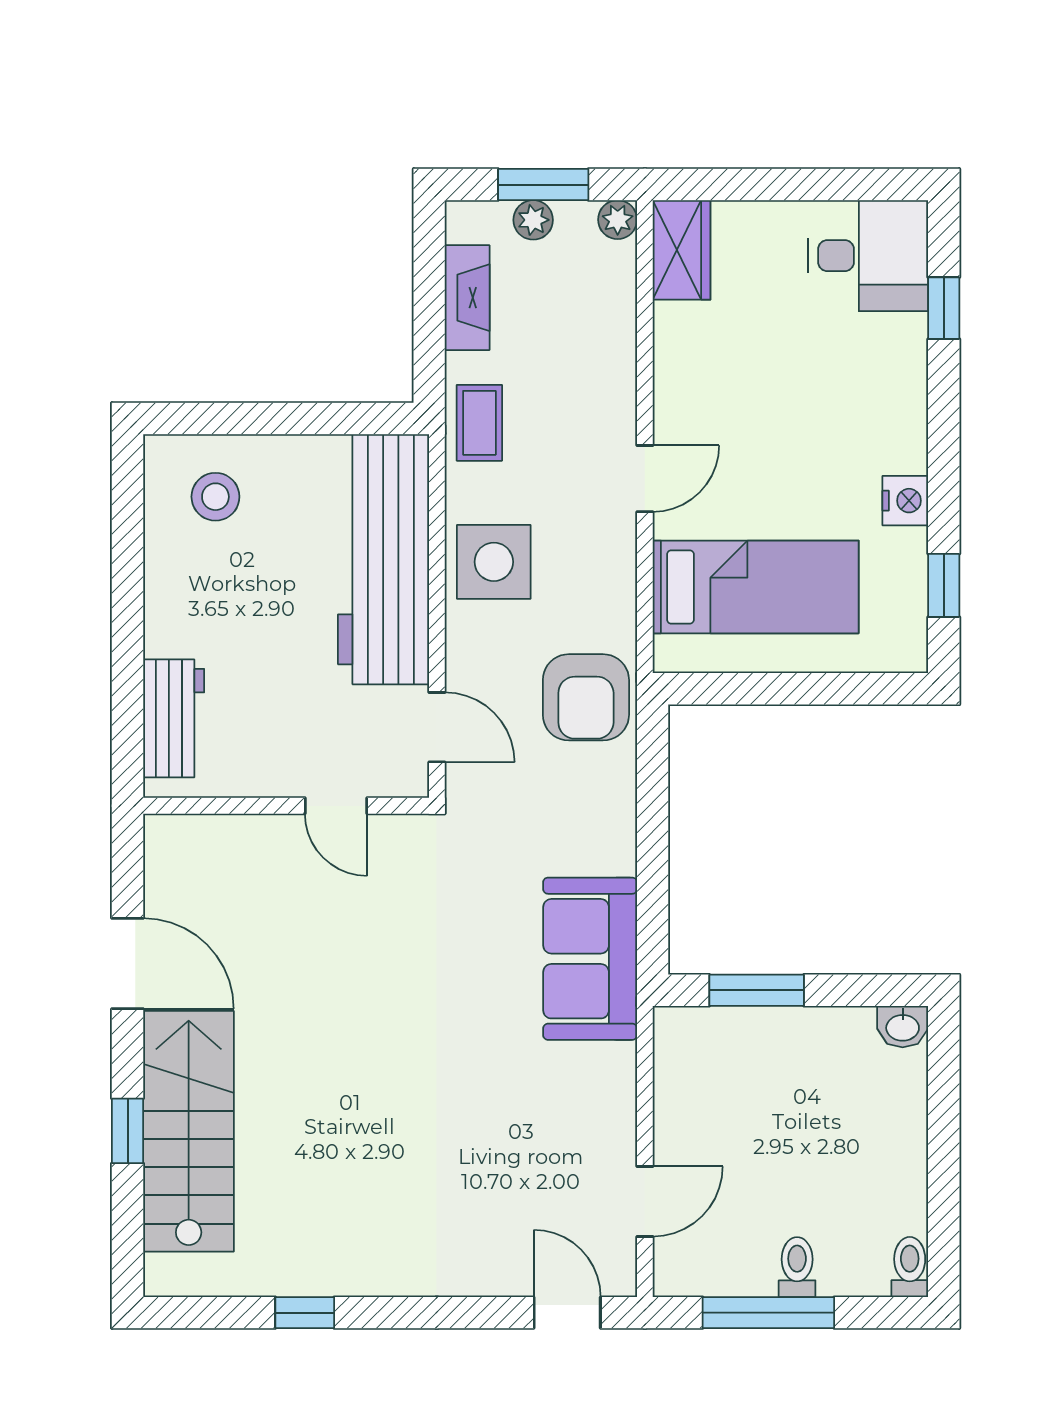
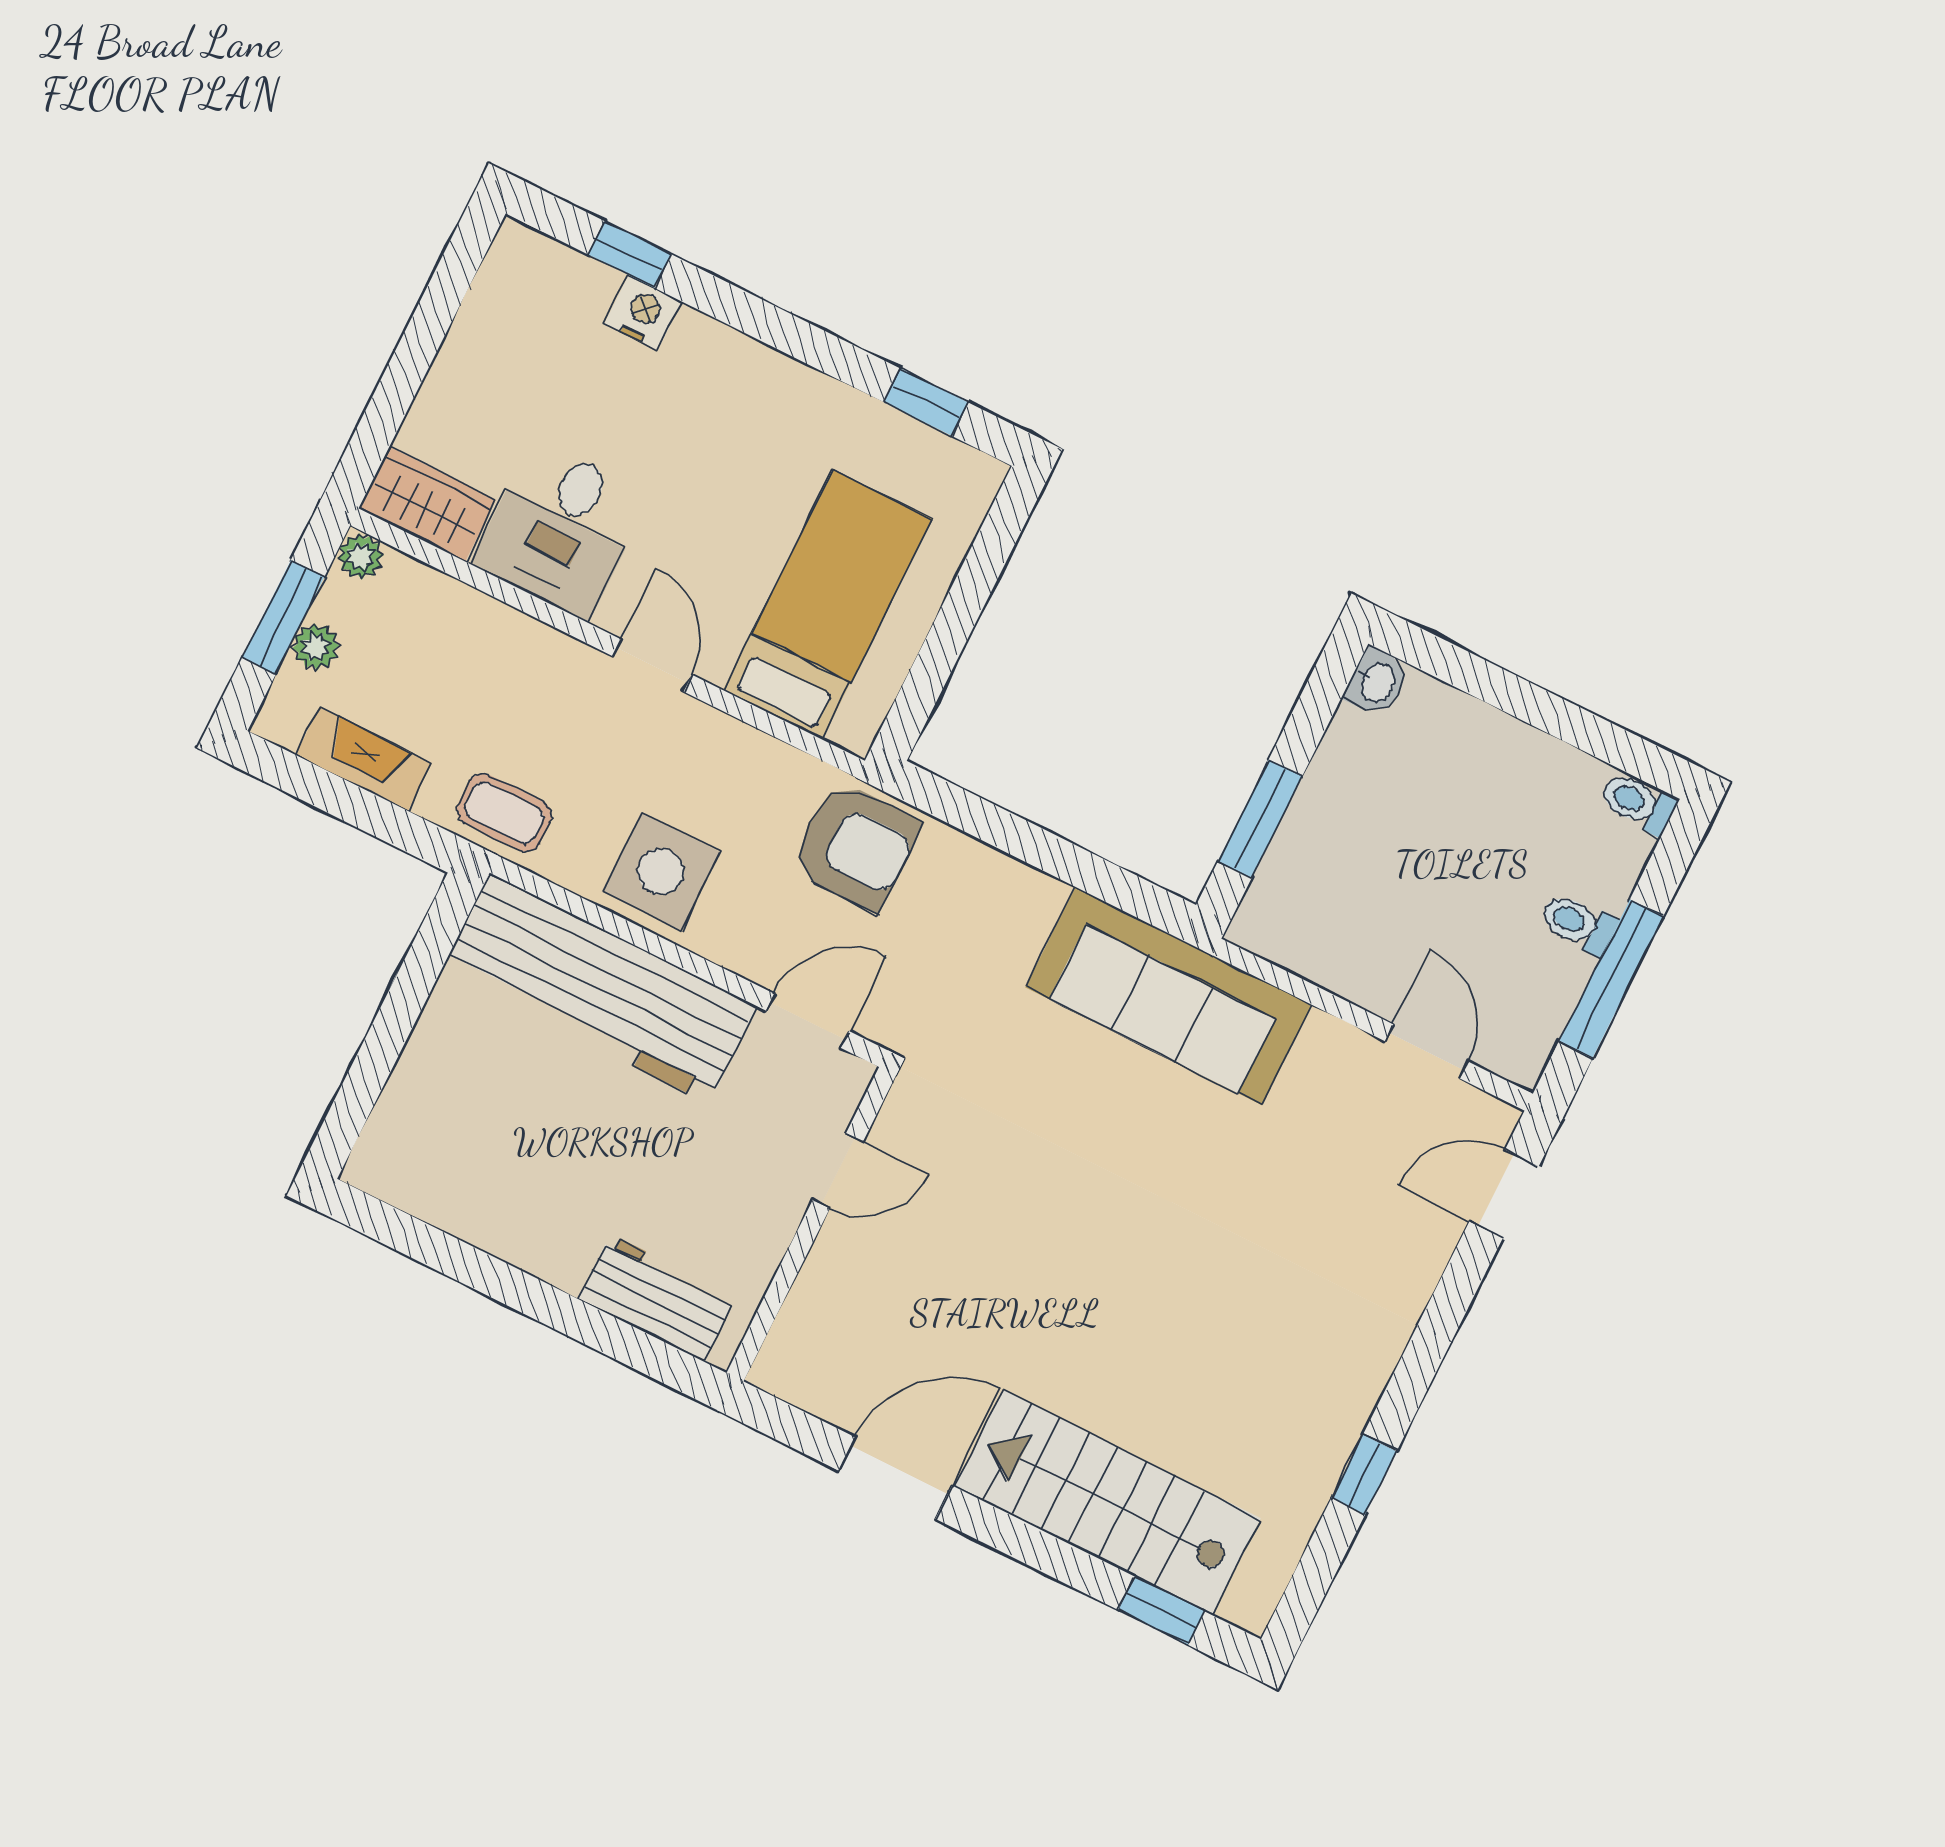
desk: (868, 256) -> (561, 529), moved, turned 180
stool: (215, 497) -> (443, 1135), removed
nightstand: (905, 501) -> (643, 313), moved
sofa: (590, 959) -> (1169, 996), width x1.36
window: (128, 1131) -> (1161, 1611), moved

